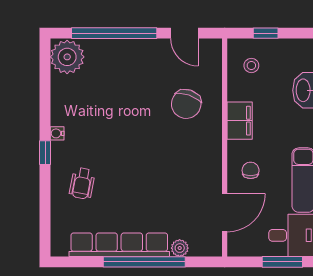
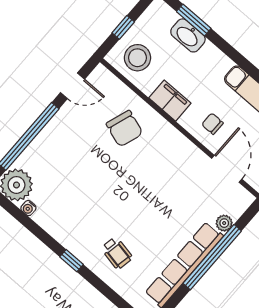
stool: (251, 65) -> (137, 58), width x1.89, depth x1.89
water cooler: (57, 133) -> (28, 208), moved

